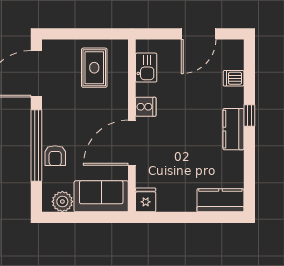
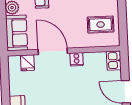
kitchen sink: (146, 68) -> (114, 61), moved, turned 90
fridge: (146, 200) -> (27, 63), moved, turned 90

